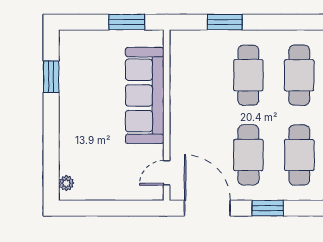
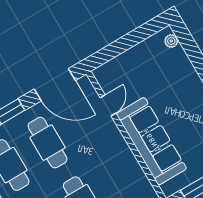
door: (167, 173) -> (108, 105), moved

